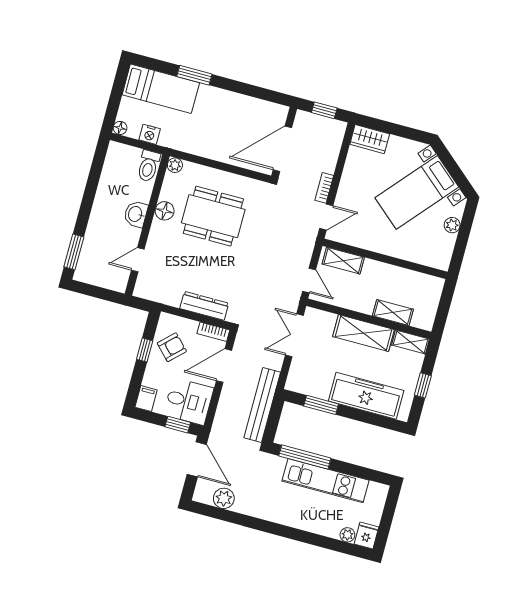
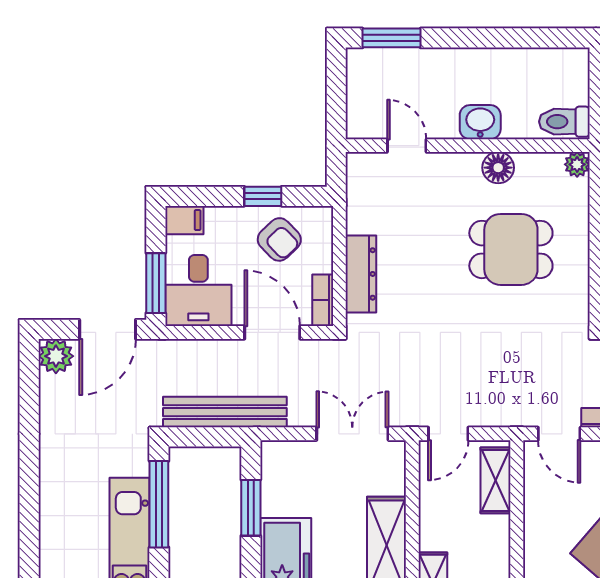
dining table: (213, 216) -> (511, 249), width x0.73
window: (178, 425) -> (156, 283), width x1.50
plant: (224, 498) -> (56, 356), moved

